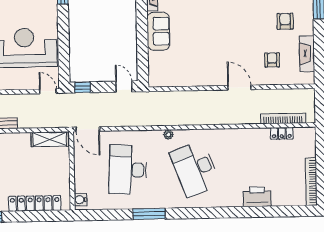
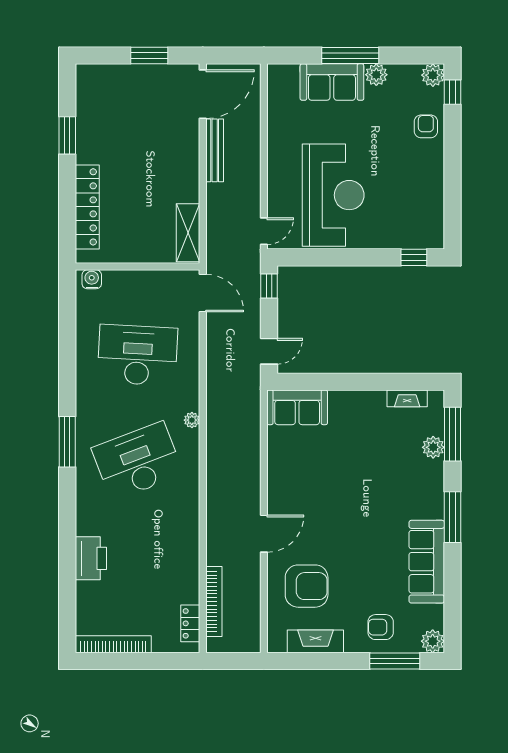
armchair: (285, 21) -> (381, 627), moved, turned 180
sofa: (158, 31) -> (297, 407), moved
armchair: (272, 60) -> (307, 586), width x1.88, depth x1.88
door: (88, 129) -> (203, 293), swing flipped
locker: (282, 133) -> (190, 623), moved
window: (149, 214) -> (67, 442), moved

